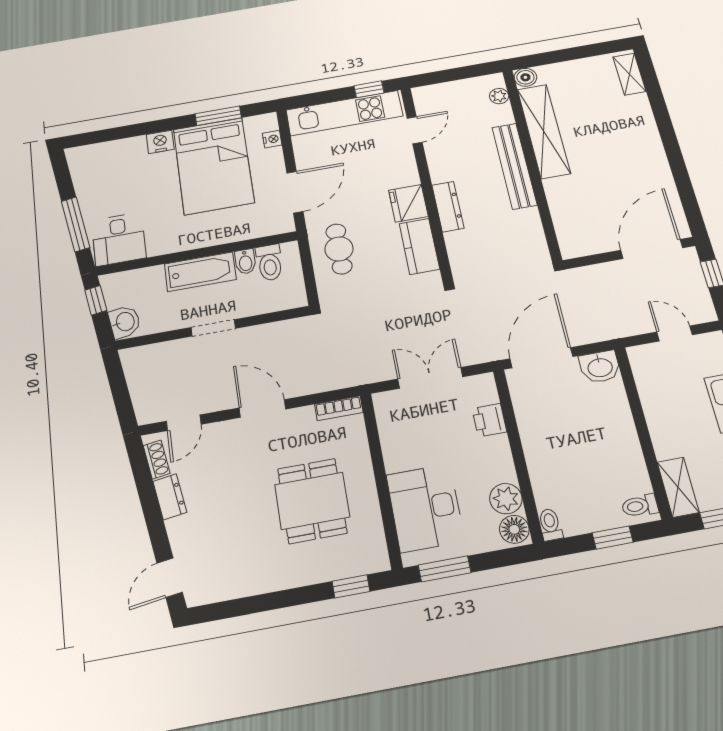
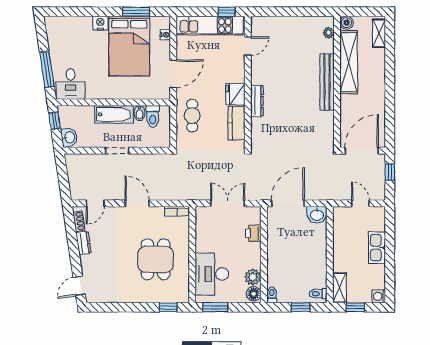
boiler: (525, 77) -> (347, 23), moved
plant: (499, 96) -> (329, 33), moved
shelving: (544, 131) -> (349, 62), moved
wall: (531, 163) -> (337, 82), moved
bench: (514, 166) -> (327, 82), moved

